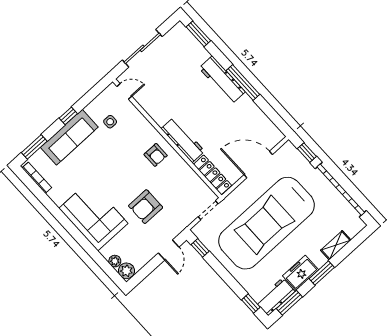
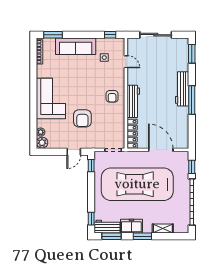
door: (124, 91) -> (126, 62), moved
window: (68, 116) -> (110, 35), moved
armchair: (146, 207) -> (82, 118), turned -90

